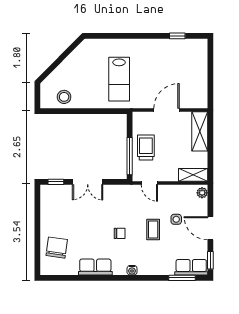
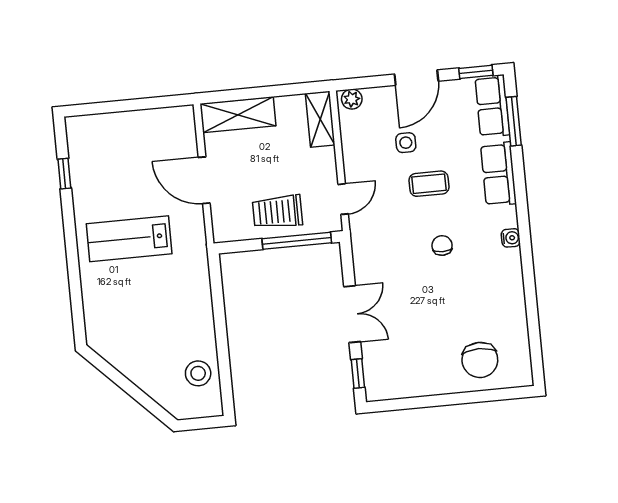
lab bench: (119, 79) -> (129, 239), moved, turned 180
chair: (57, 248) -> (480, 360), turned -98
row of seats: (95, 267) -> (498, 174), moved
water cooler: (132, 270) -> (511, 238), moved

